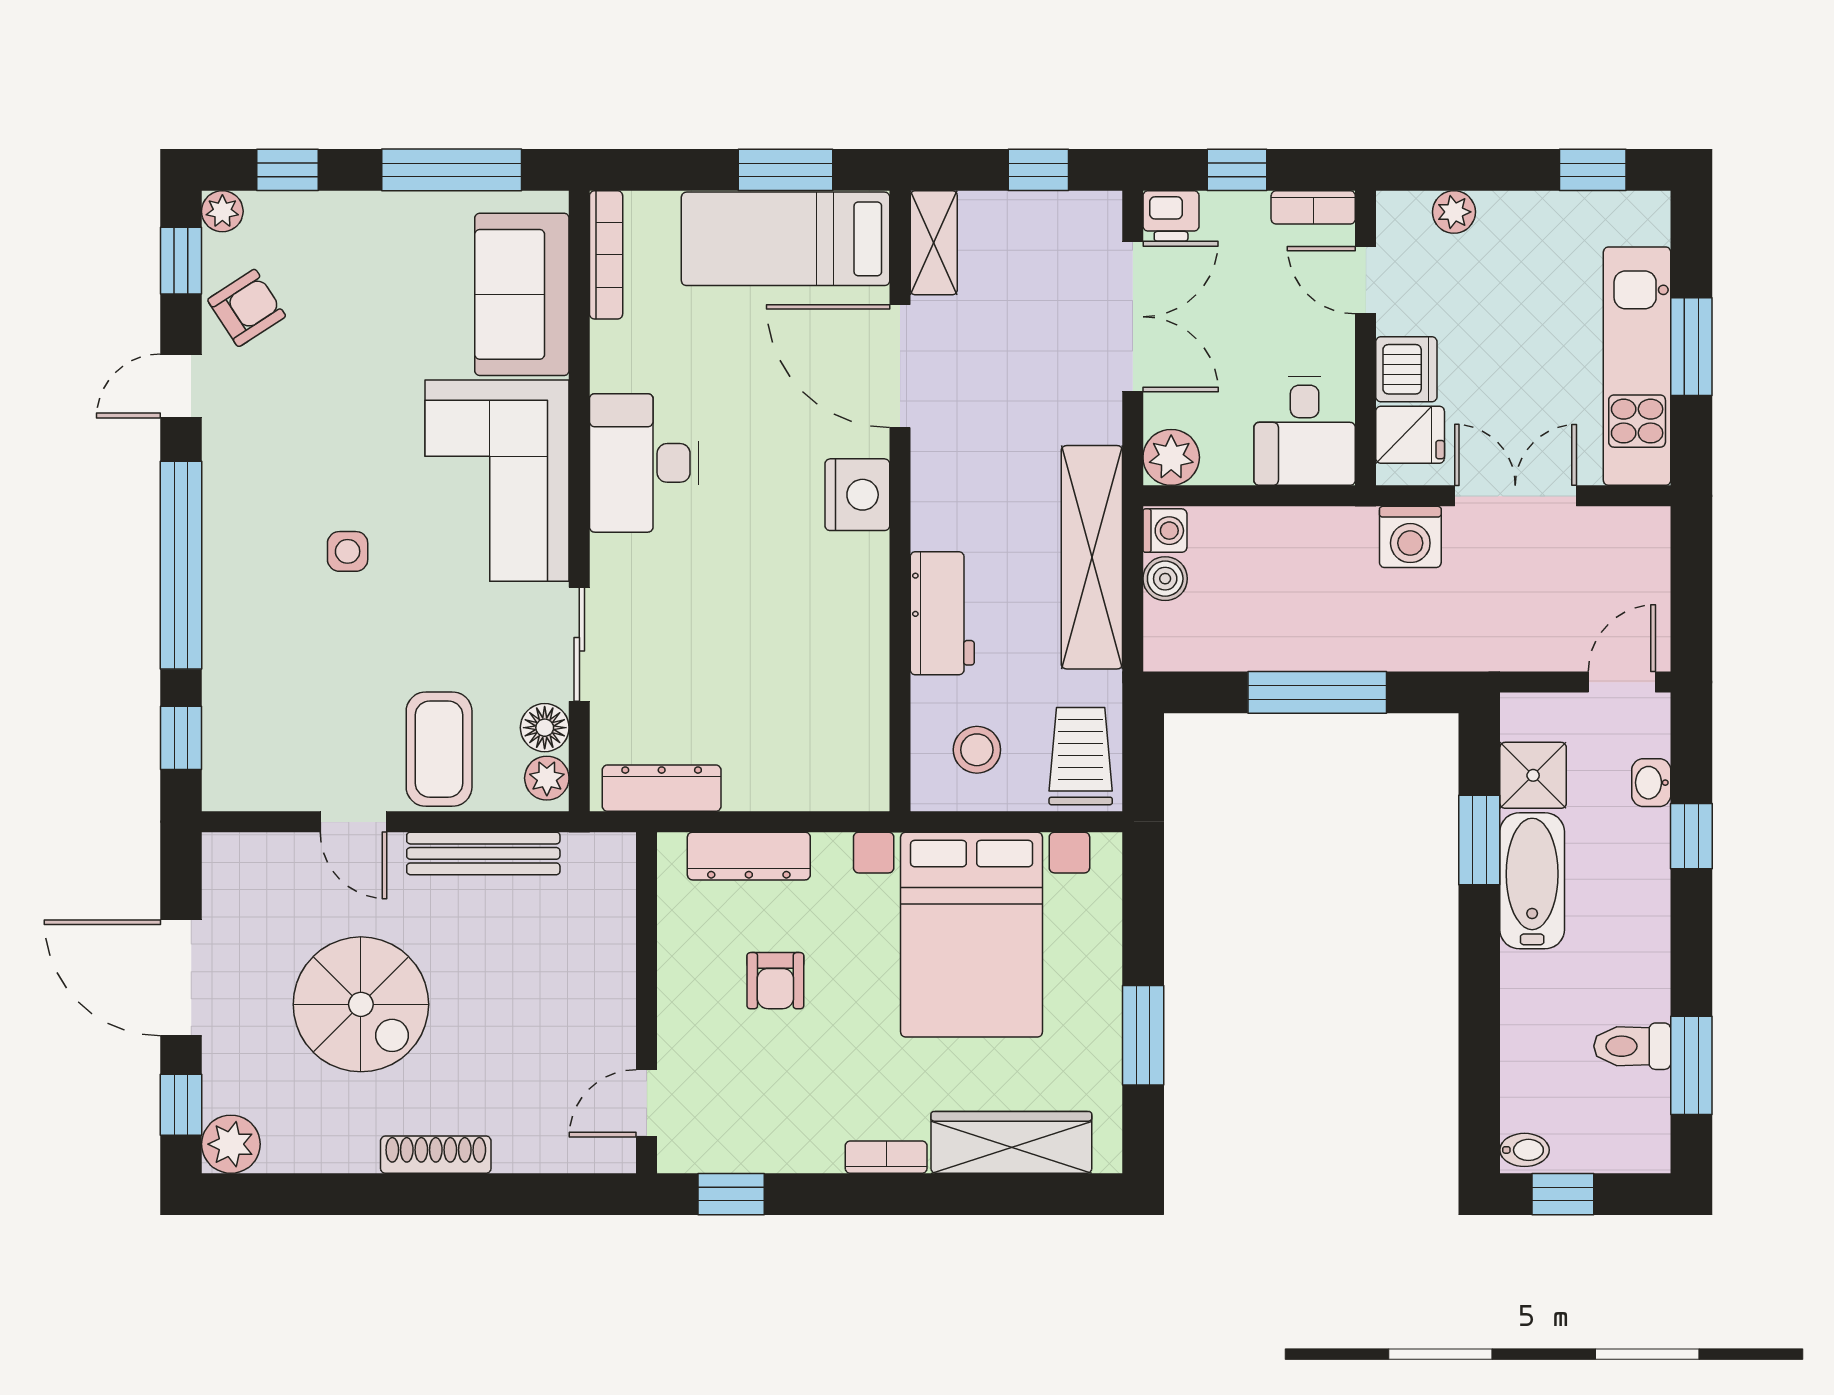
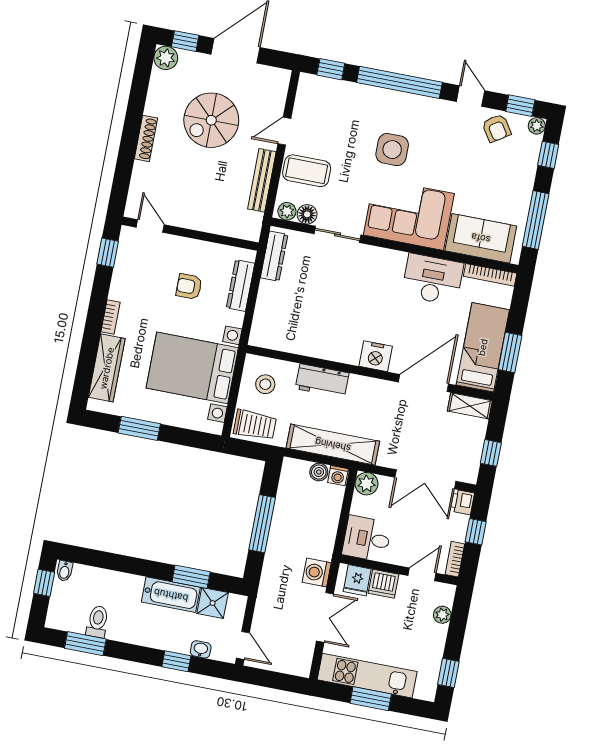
desk: (644, 463) -> (432, 279), moved
side table: (348, 551) -> (392, 150), width x1.87, depth x1.87

